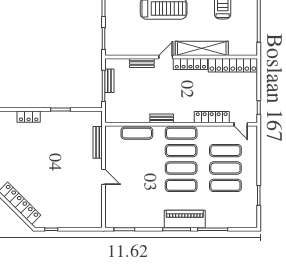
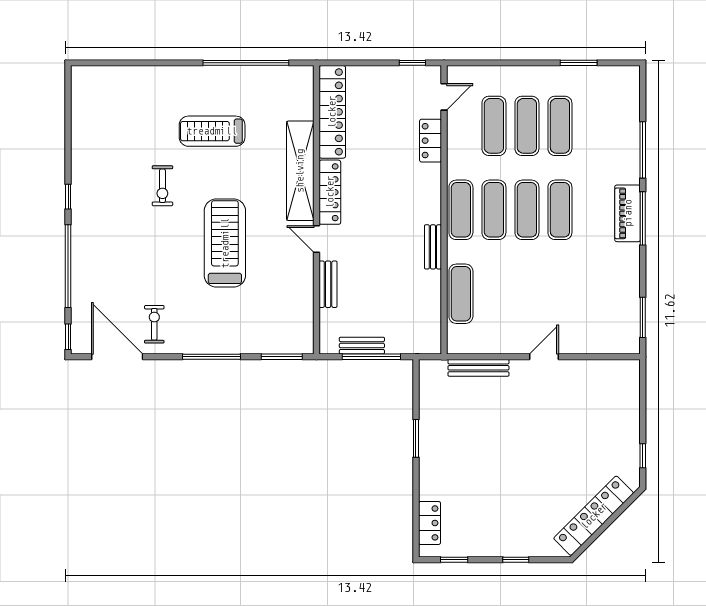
locker: (29, 117) -> (429, 523), moved
locker: (212, 117) -> (431, 141), width x0.66
piano: (185, 219) -> (628, 213), width x0.73, depth x0.75

